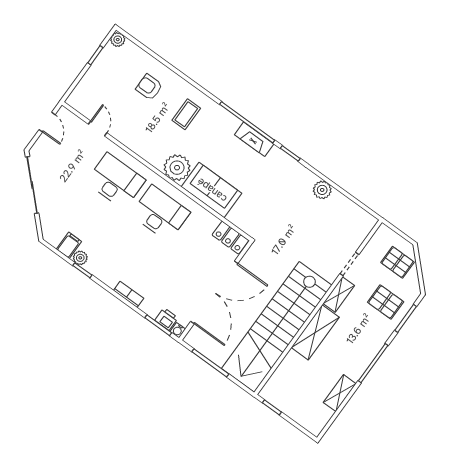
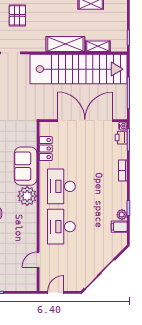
locker: (230, 238) -> (46, 149), moved
shelving: (339, 294) -> (98, 46), moved

